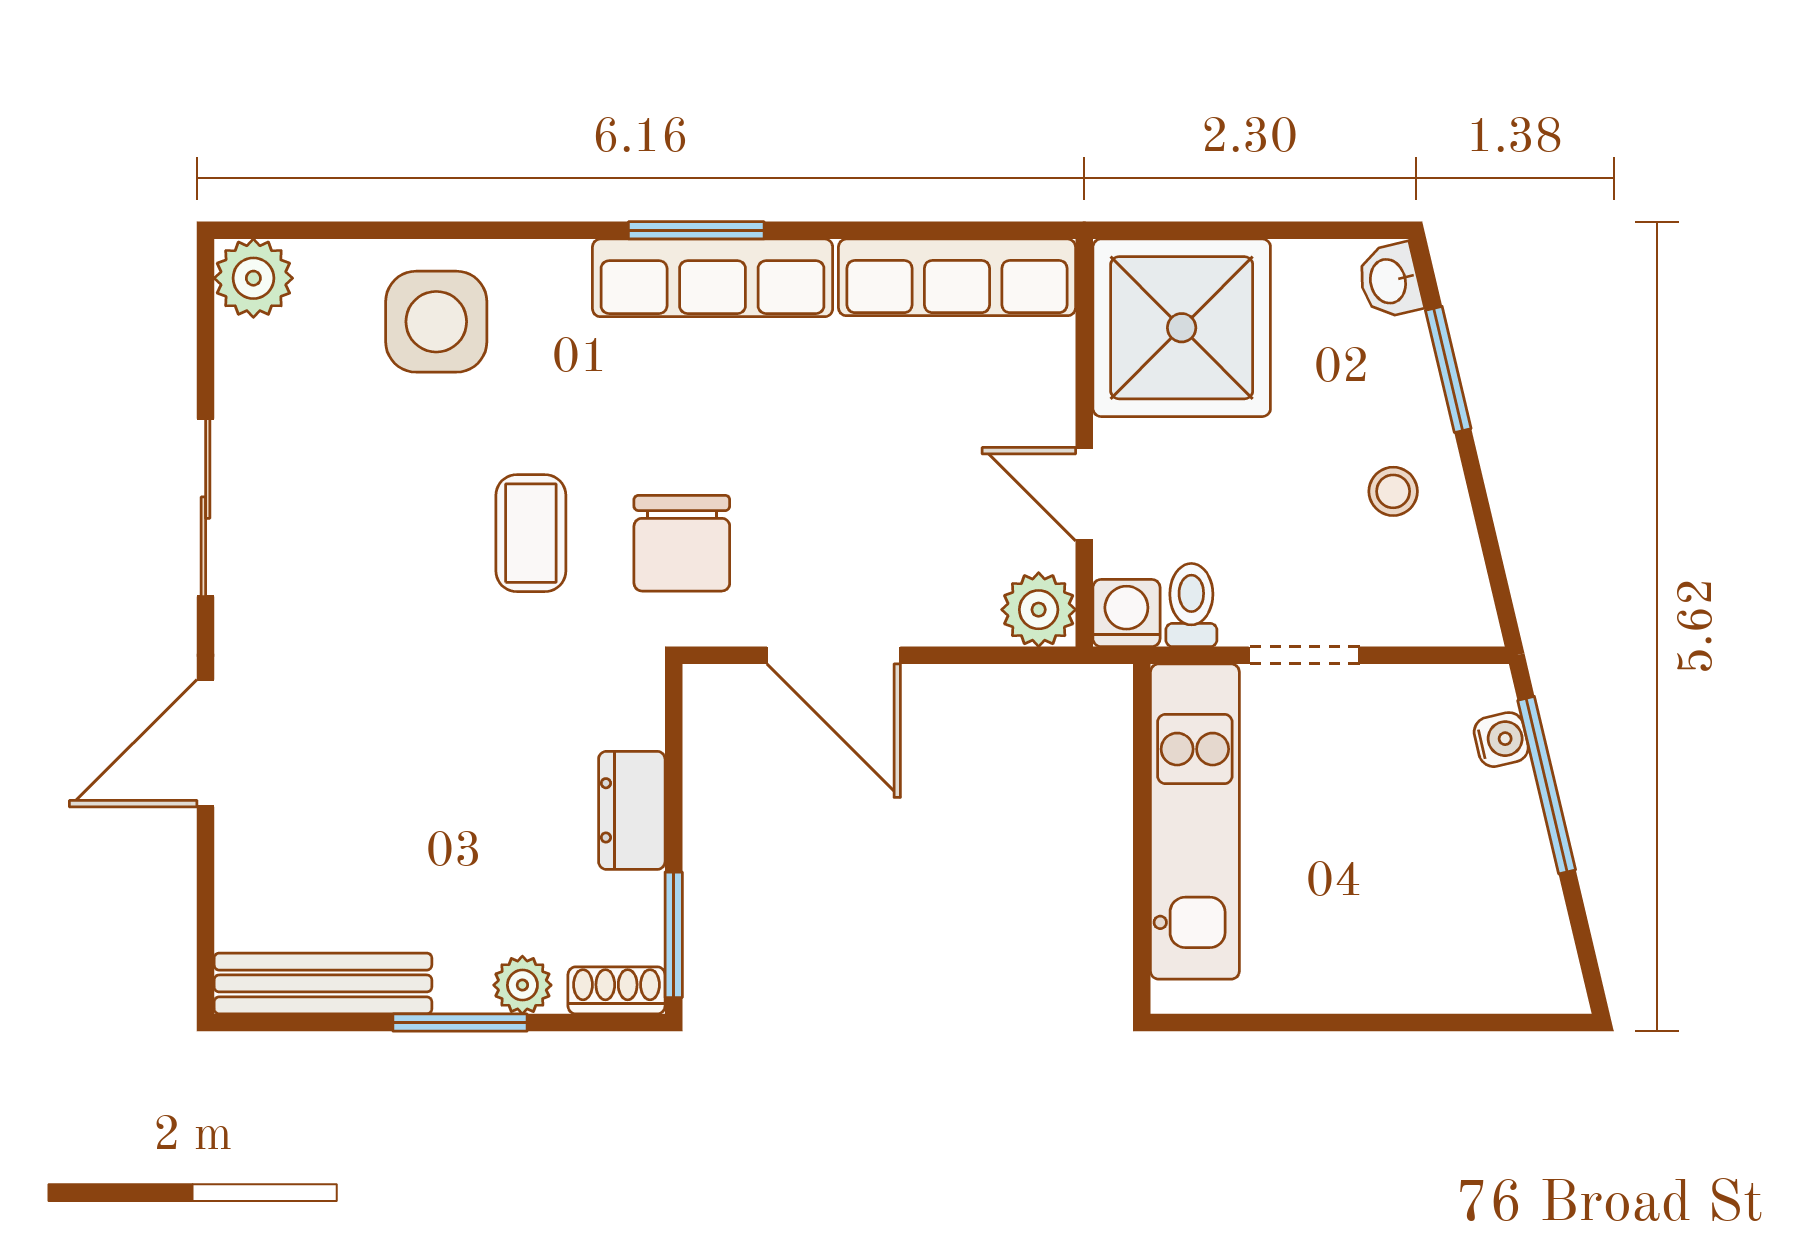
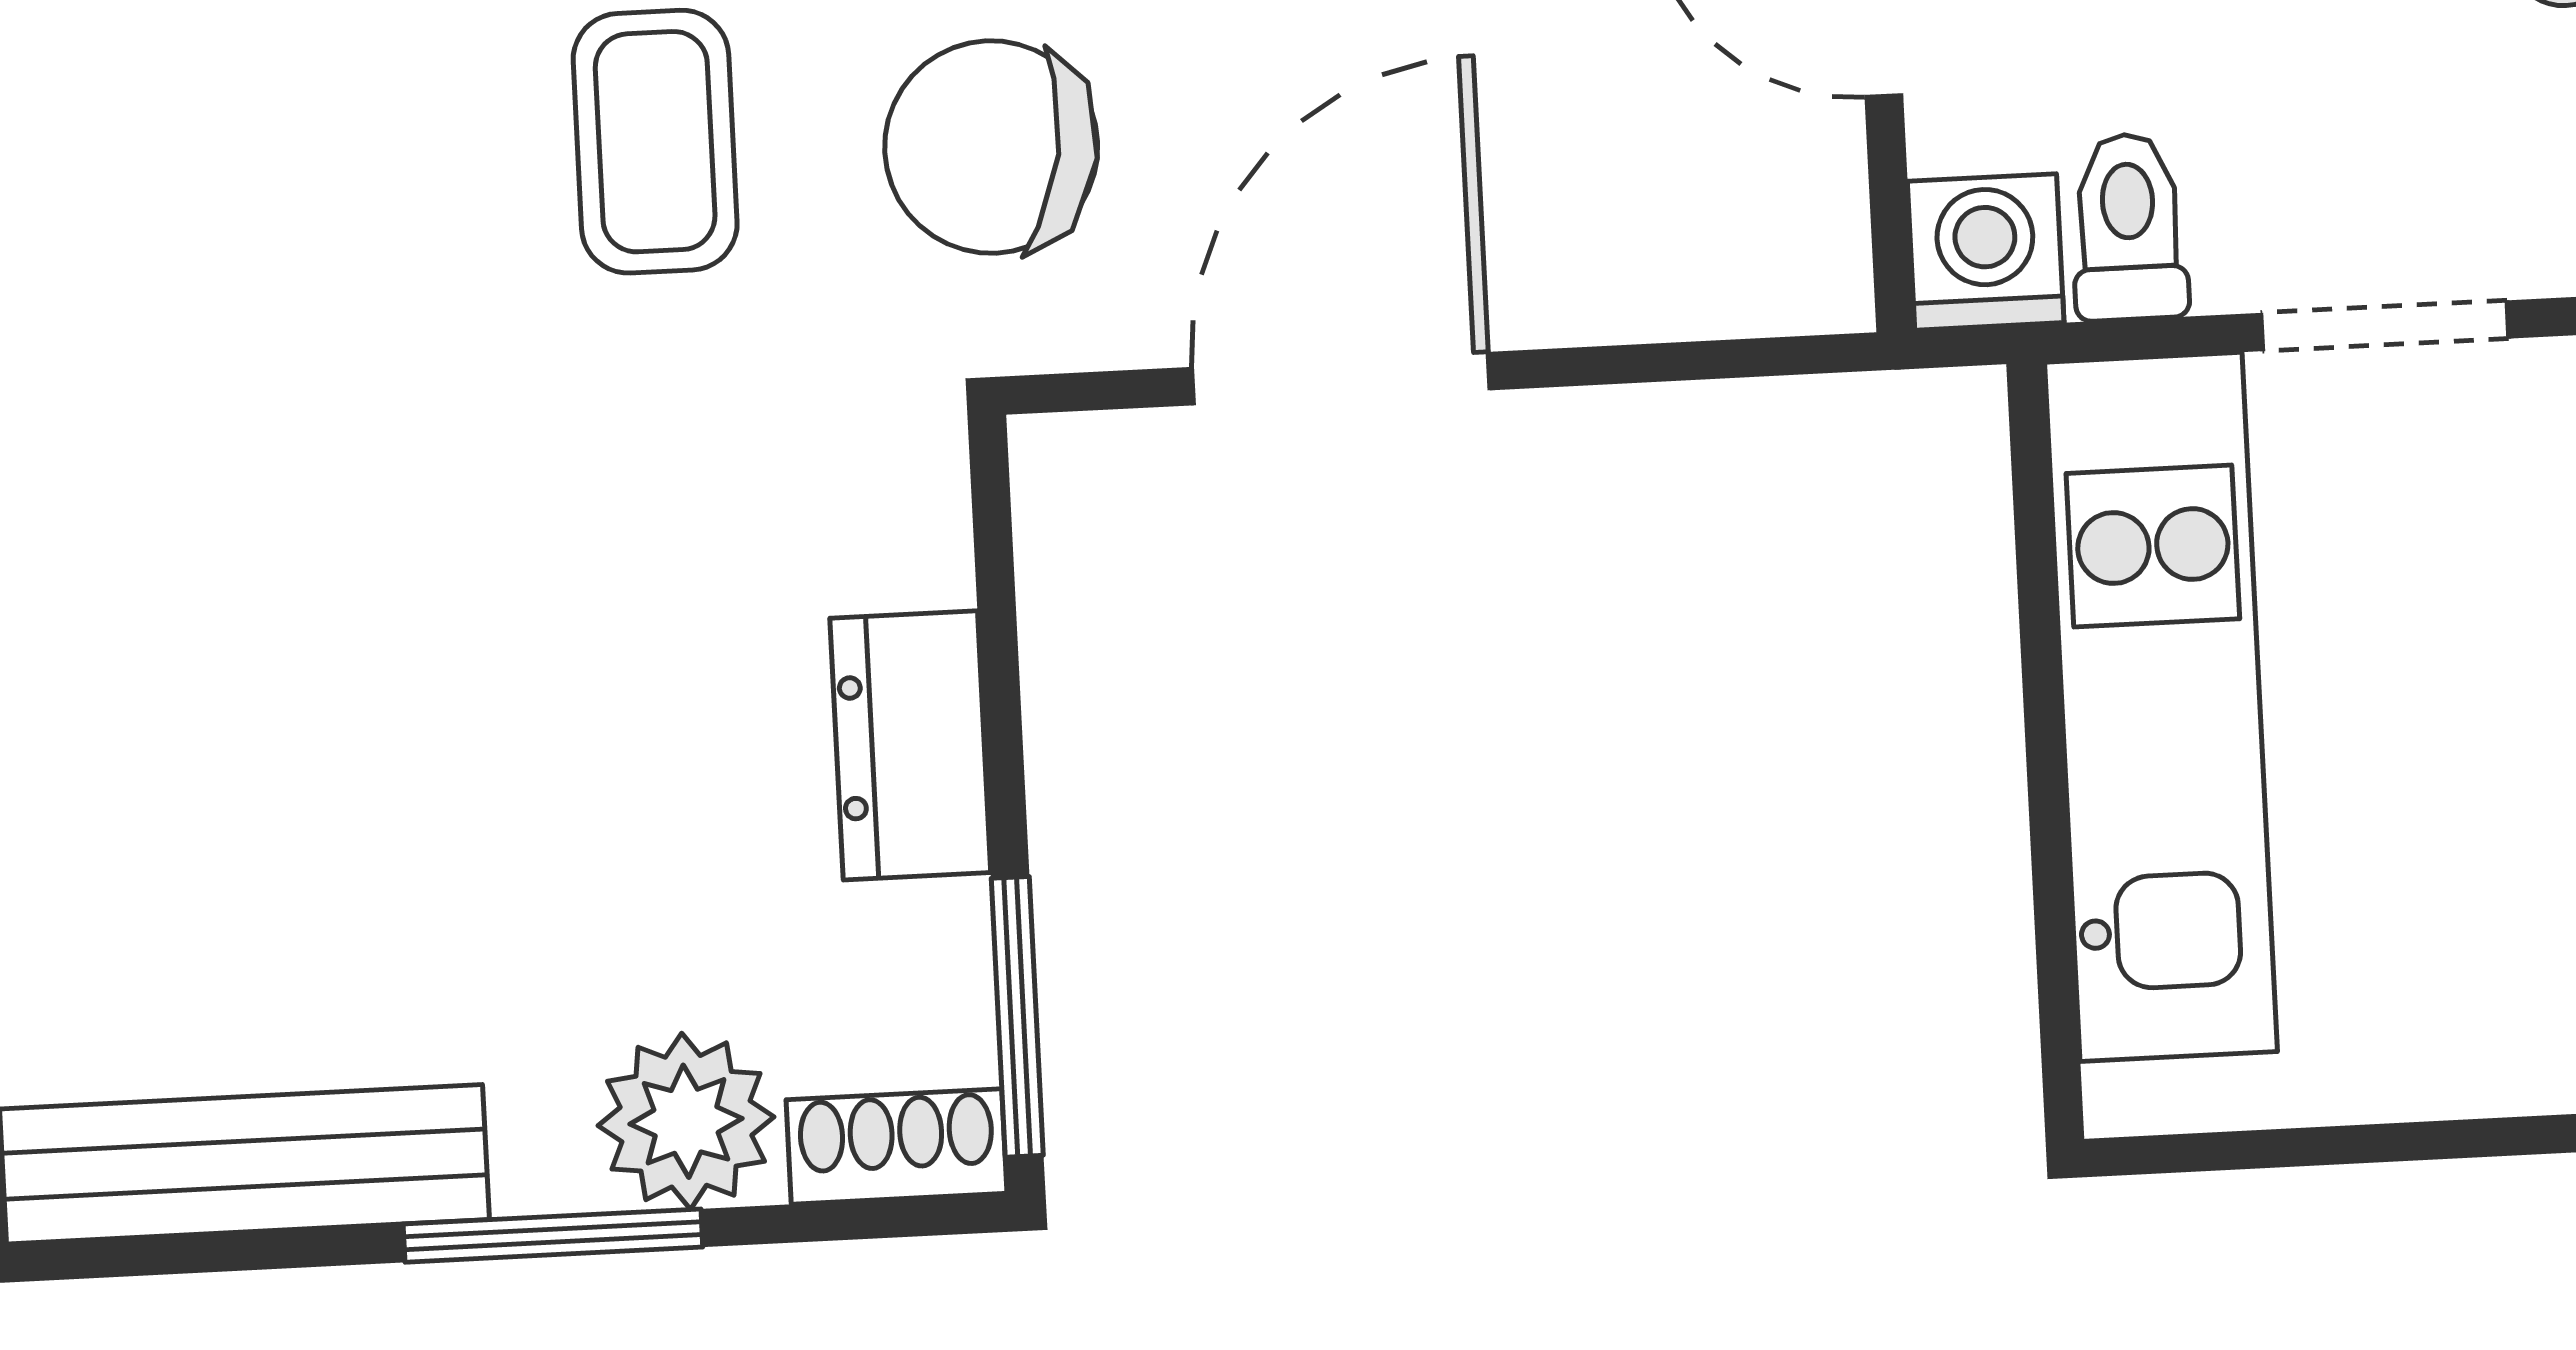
chair: (682, 543) -> (991, 147), turned 99
plant: (1039, 610) -> (1790, 254), removed
door: (834, 655) -> (1341, 379), swing flipped
plant: (522, 985) -> (686, 1121), width x1.38, depth x1.38

